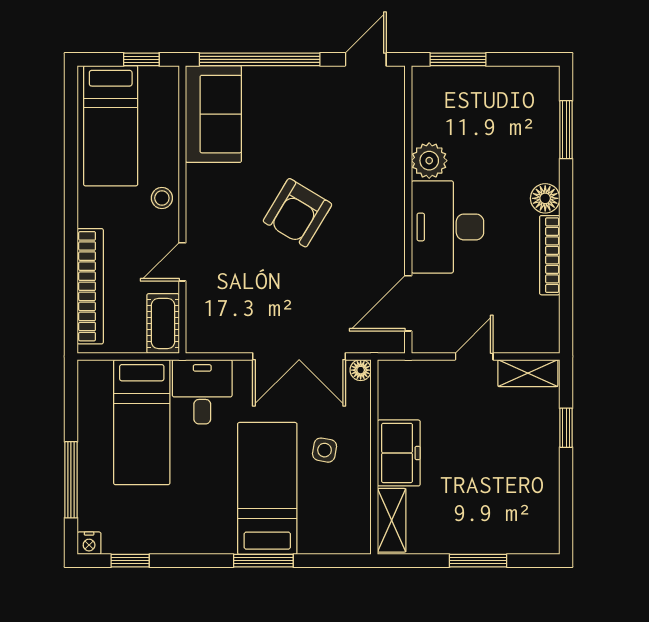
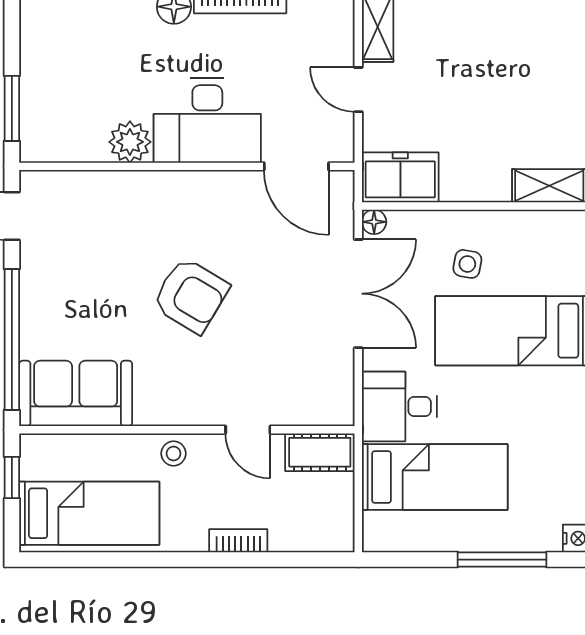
bookcase: (90, 286) -> (238, 541), width x0.43, depth x0.76
freezer: (399, 453) -> (400, 177), moved

